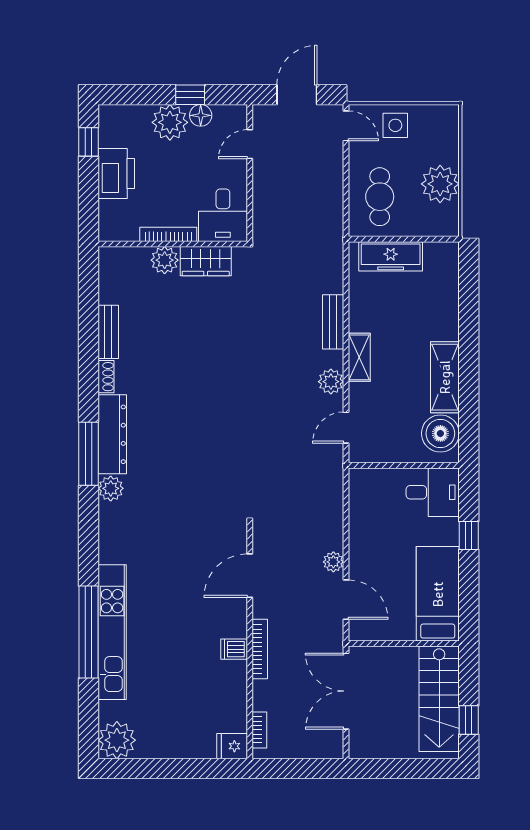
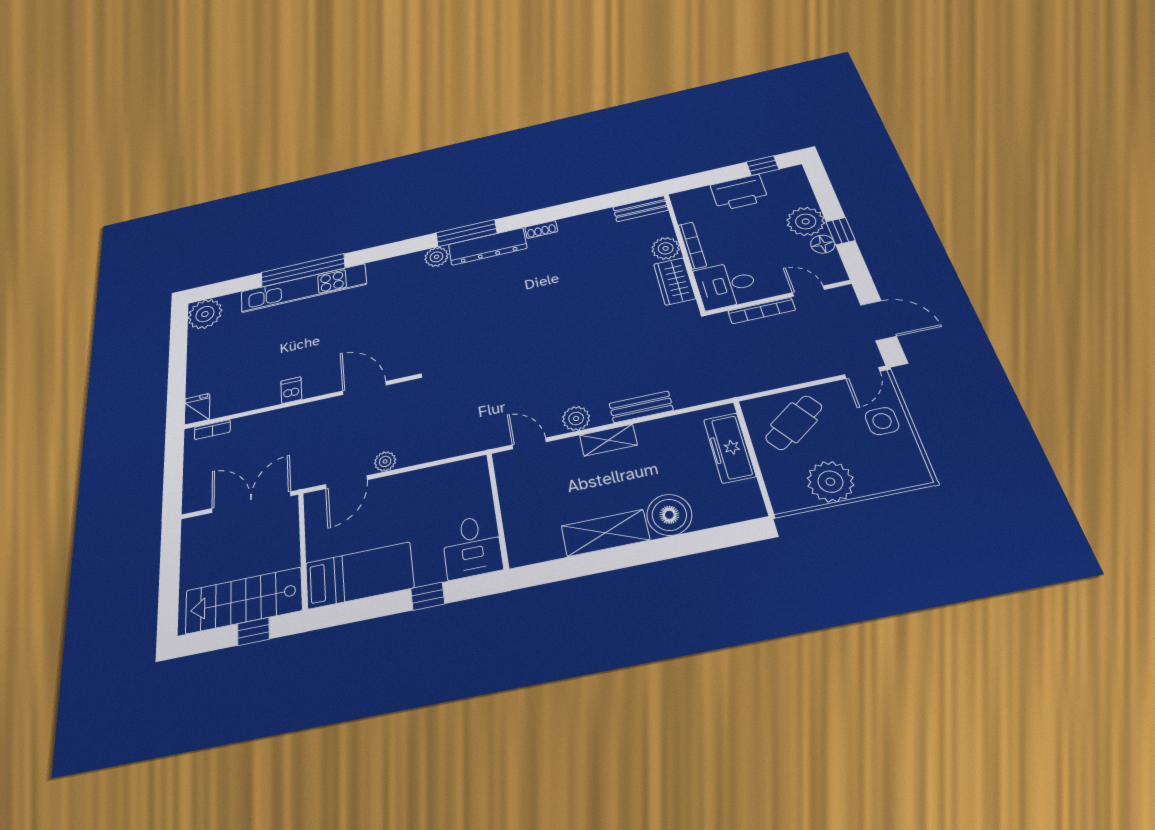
cafe table: (380, 197) -> (794, 423), turned -36
bench: (108, 332) -> (641, 209), moved
boiler: (440, 433) -> (669, 515), moved
bookcase: (260, 649) -> (762, 311), moved
window: (469, 720) -> (253, 631), moved

